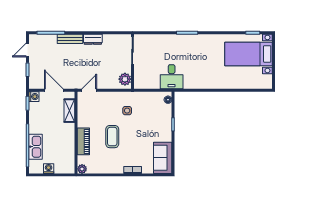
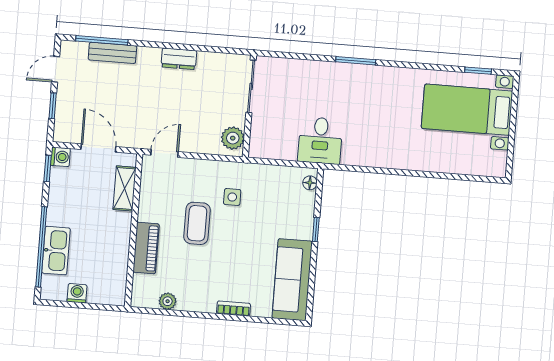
bench: (70, 39) -> (112, 53), moved
coffee table: (112, 137) -> (197, 223), moved
sofa: (163, 158) -> (292, 280), width x1.36
plant: (82, 169) -> (168, 301), moved

